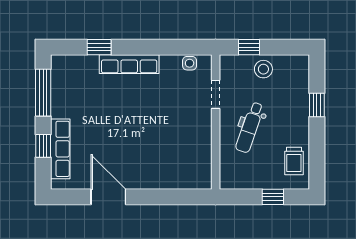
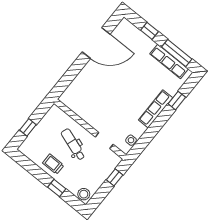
stool: (263, 69) -> (84, 194), moved
row of seats: (60, 149) -> (169, 61), moved
trolley: (294, 161) -> (53, 164), moved
door: (108, 197) -> (96, 43), width x1.36

